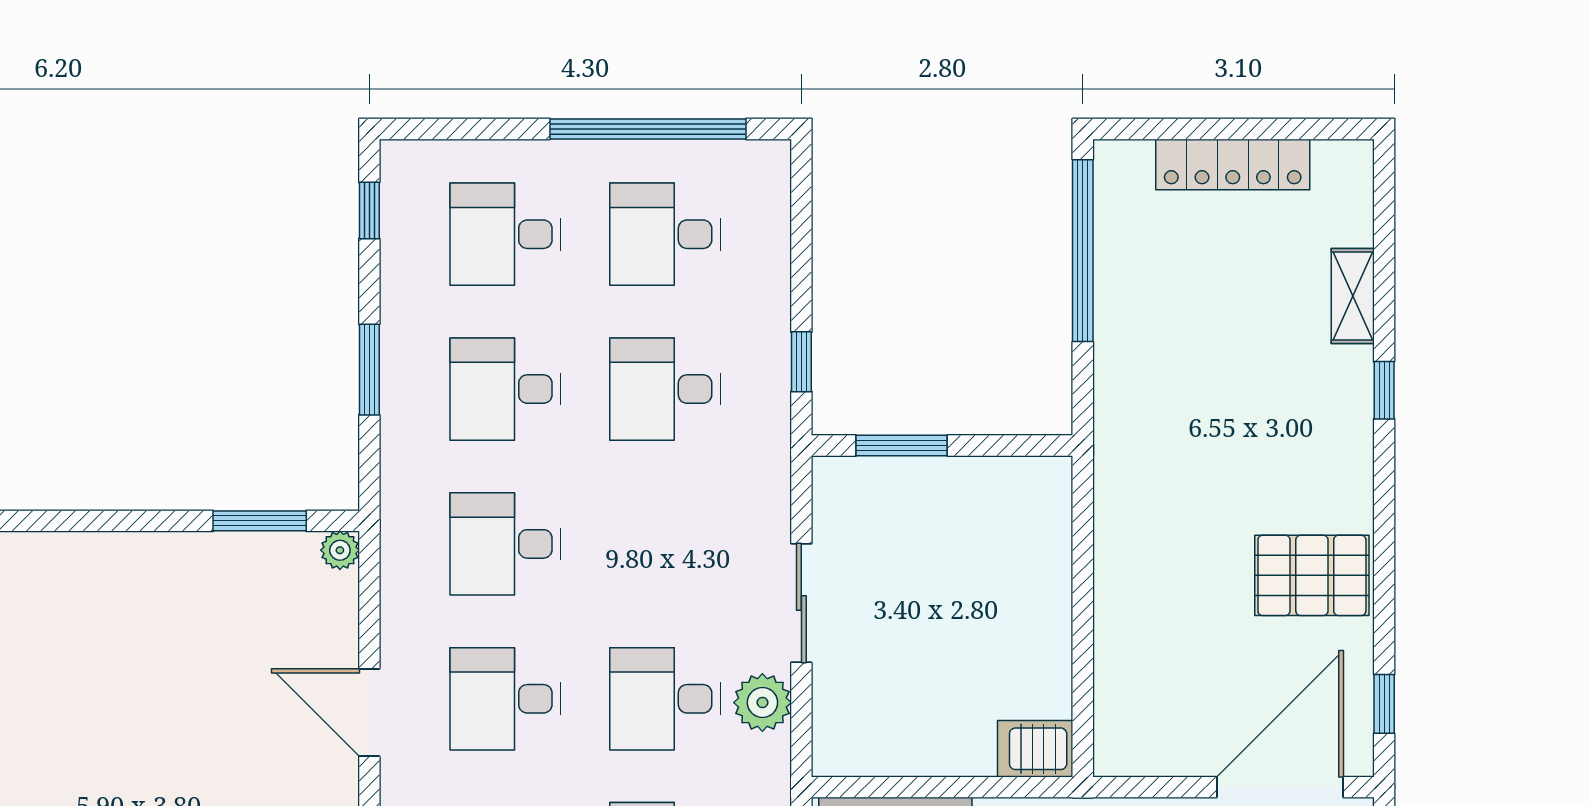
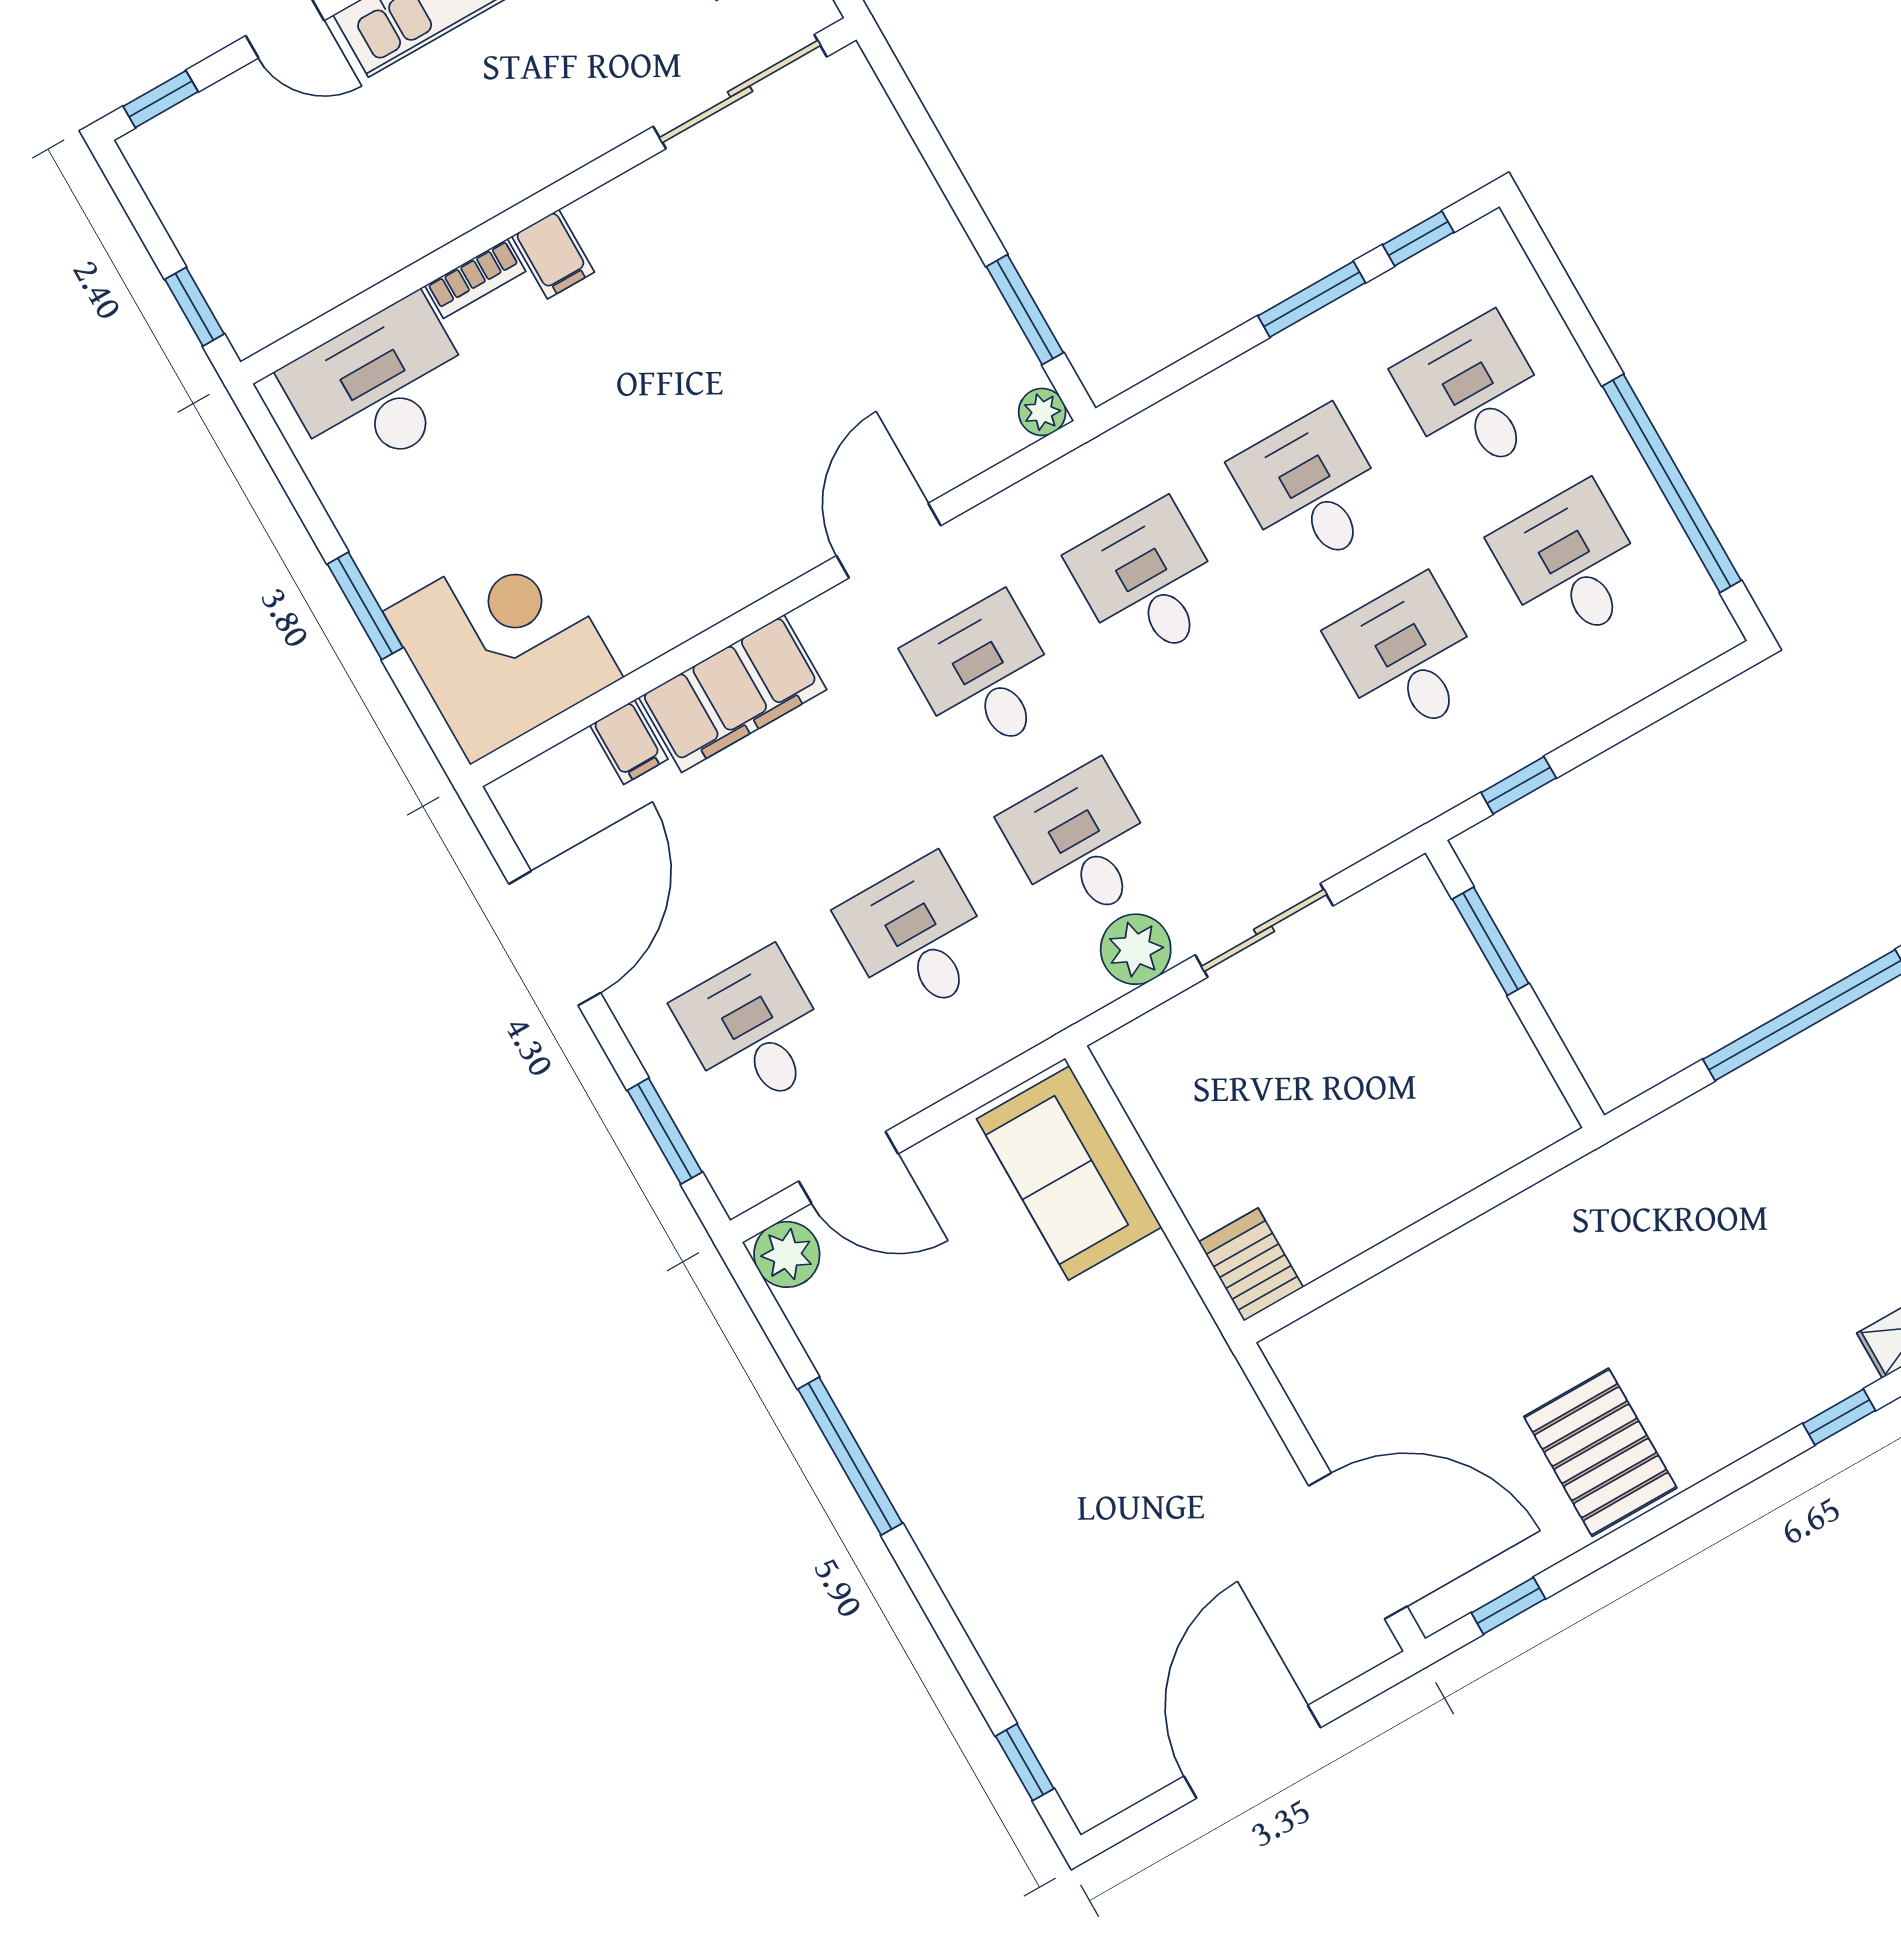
window: (369, 370) -> (1312, 299), moved

